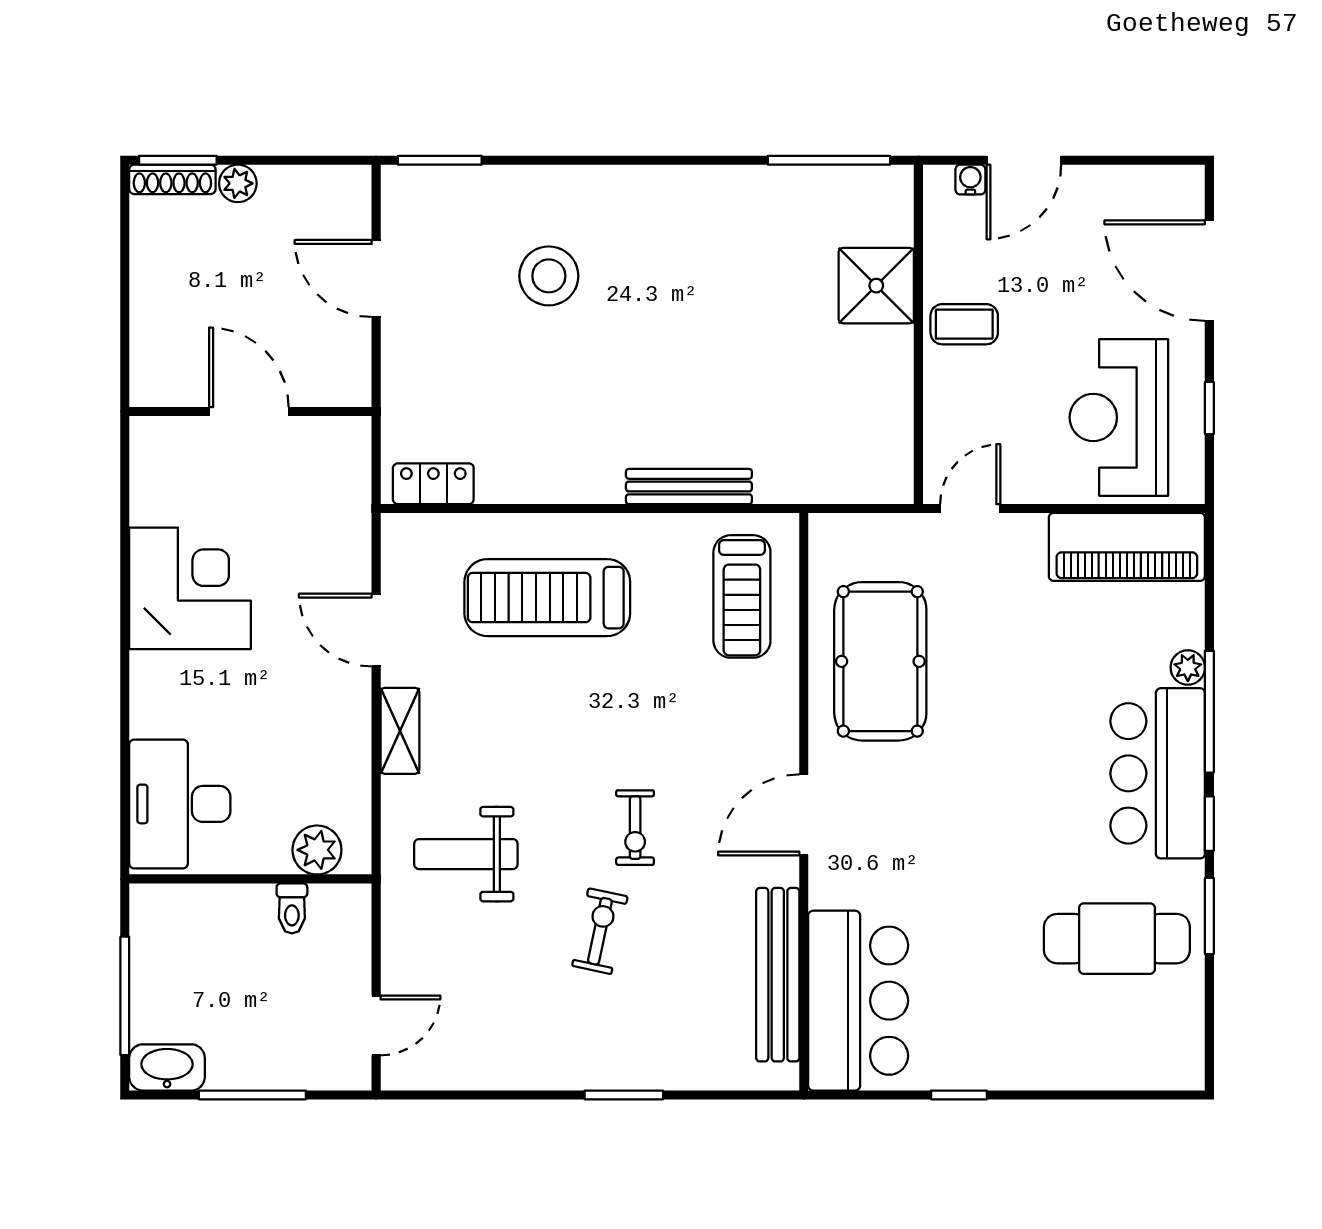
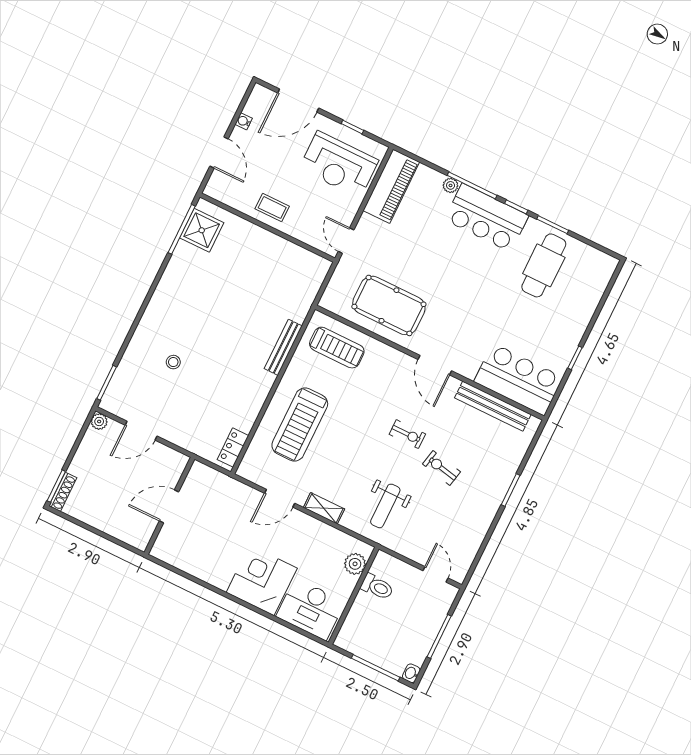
water cooler: (970, 180) -> (244, 121), moved
plant: (238, 183) -> (99, 421), moved
stool: (549, 276) -> (173, 362), width x0.53, depth x0.53
shower: (876, 286) -> (202, 230), moved
coffee table: (964, 324) -> (272, 208), turned 90
corner desk: (190, 588) -> (262, 580), moved
toilet: (292, 908) -> (377, 587), width x1.37, depth x1.39
washbasin: (167, 1067) -> (411, 673), width x0.52, depth x0.69

